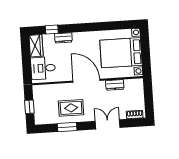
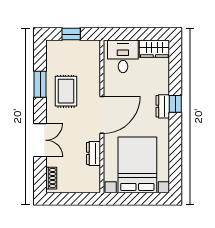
window: (52, 30) -> (175, 104), moved
dresser: (63, 38) -> (163, 106), moved

